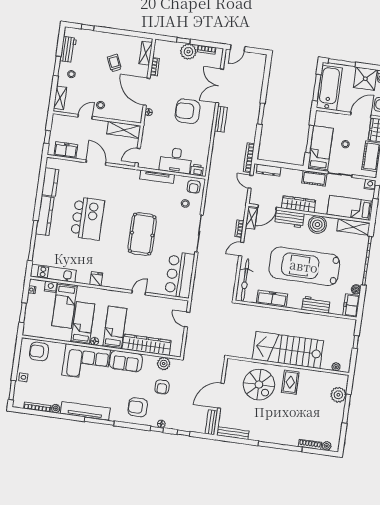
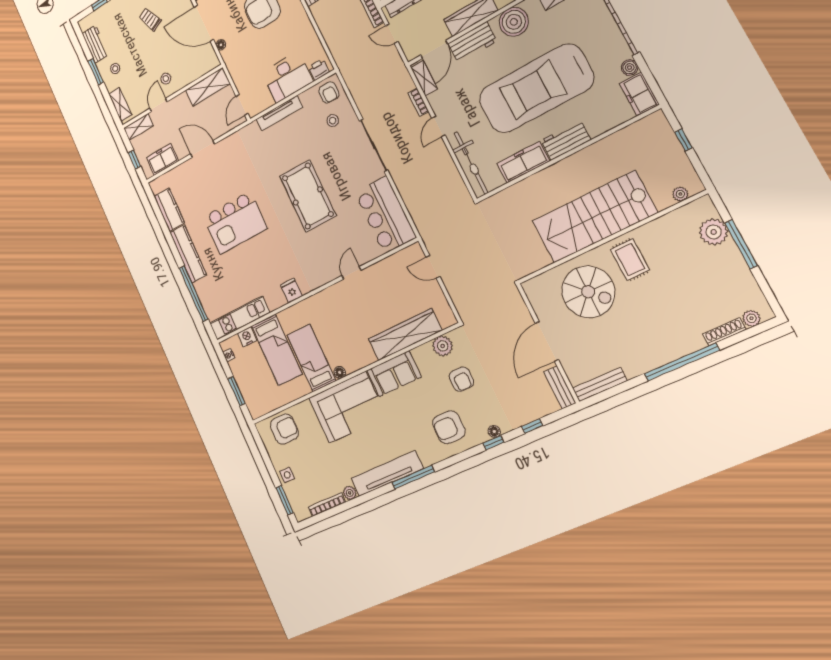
shelving: (63, 120) -> (139, 127), added
kitchen island: (88, 218) -> (235, 223), turned 90
workbench: (316, 305) -> (566, 140), moved
bed: (115, 327) -> (352, 338), removed
armchair: (39, 351) -> (284, 429), turned 180

